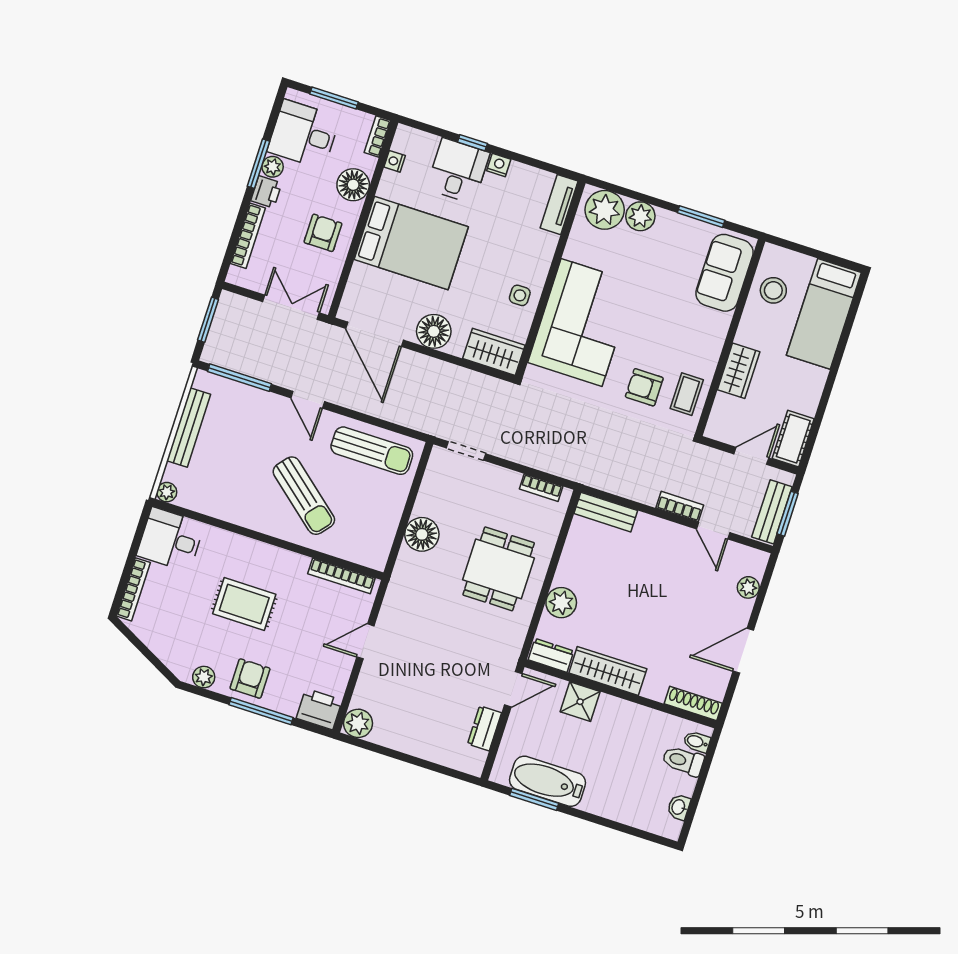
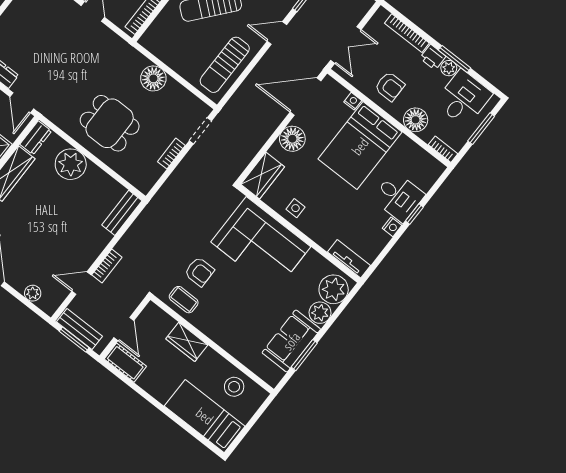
nightstand: (395, 161) -> (353, 101), moved
sofa: (724, 273) -> (291, 341), moved, turned -90
armchair: (644, 387) -> (199, 272), turned 90
bookcase: (541, 488) -> (171, 154), moved
plant: (561, 603) -> (71, 164), width x1.36, depth x1.36

